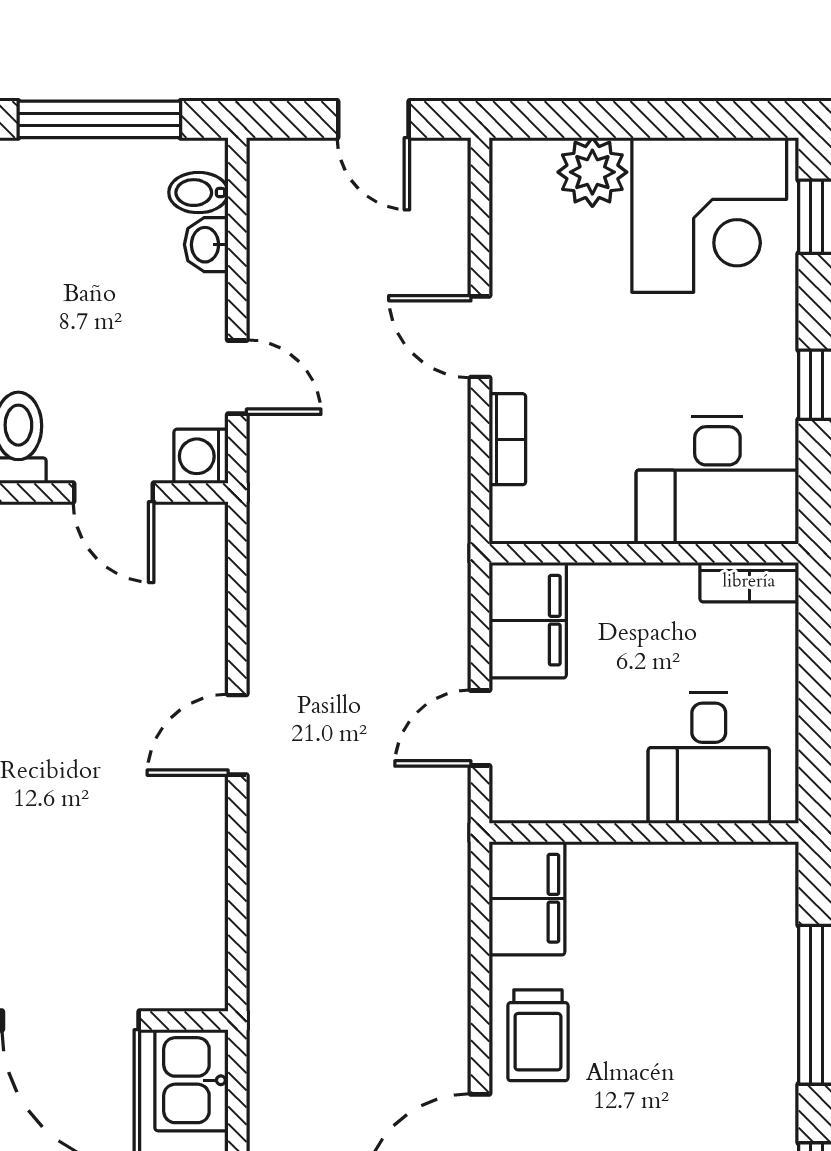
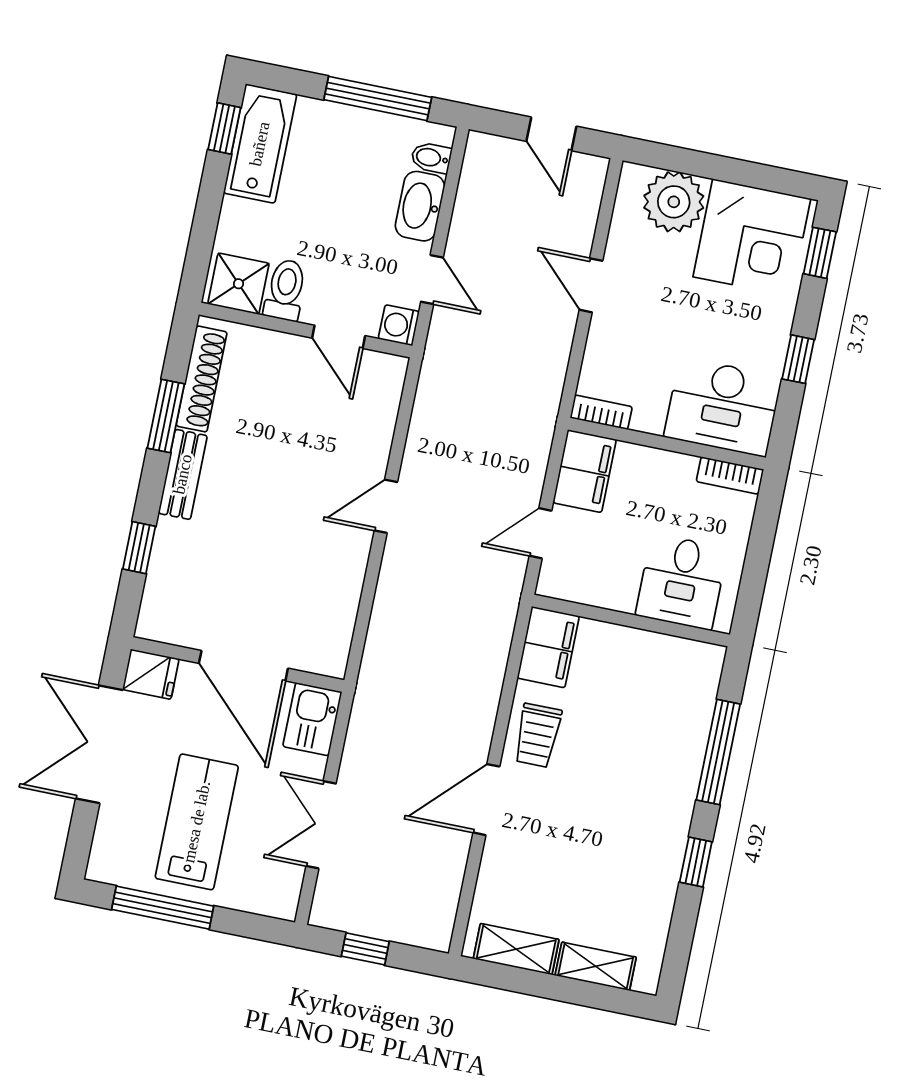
plant: (592, 172) -> (674, 202), width x1.36, depth x1.36
washbasin: (206, 245) -> (420, 206), width x1.91, depth x1.45
bookcase: (507, 439) -> (601, 412), moved, turned -90

